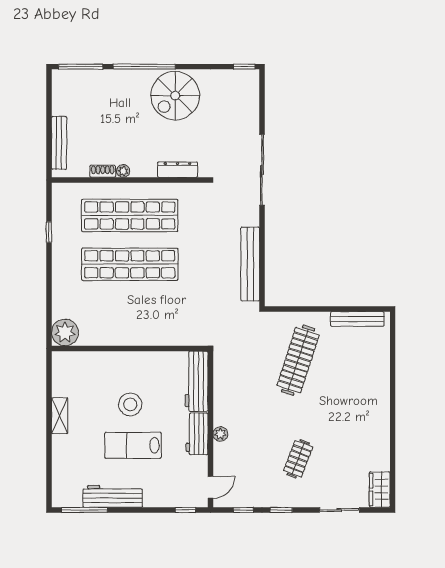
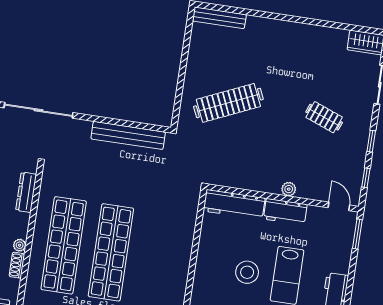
bench: (357, 319) -> (219, 18), moved, turned 90
clothes rail: (298, 360) -> (228, 103), turned -42
window: (185, 510) -> (357, 234), width x1.50

